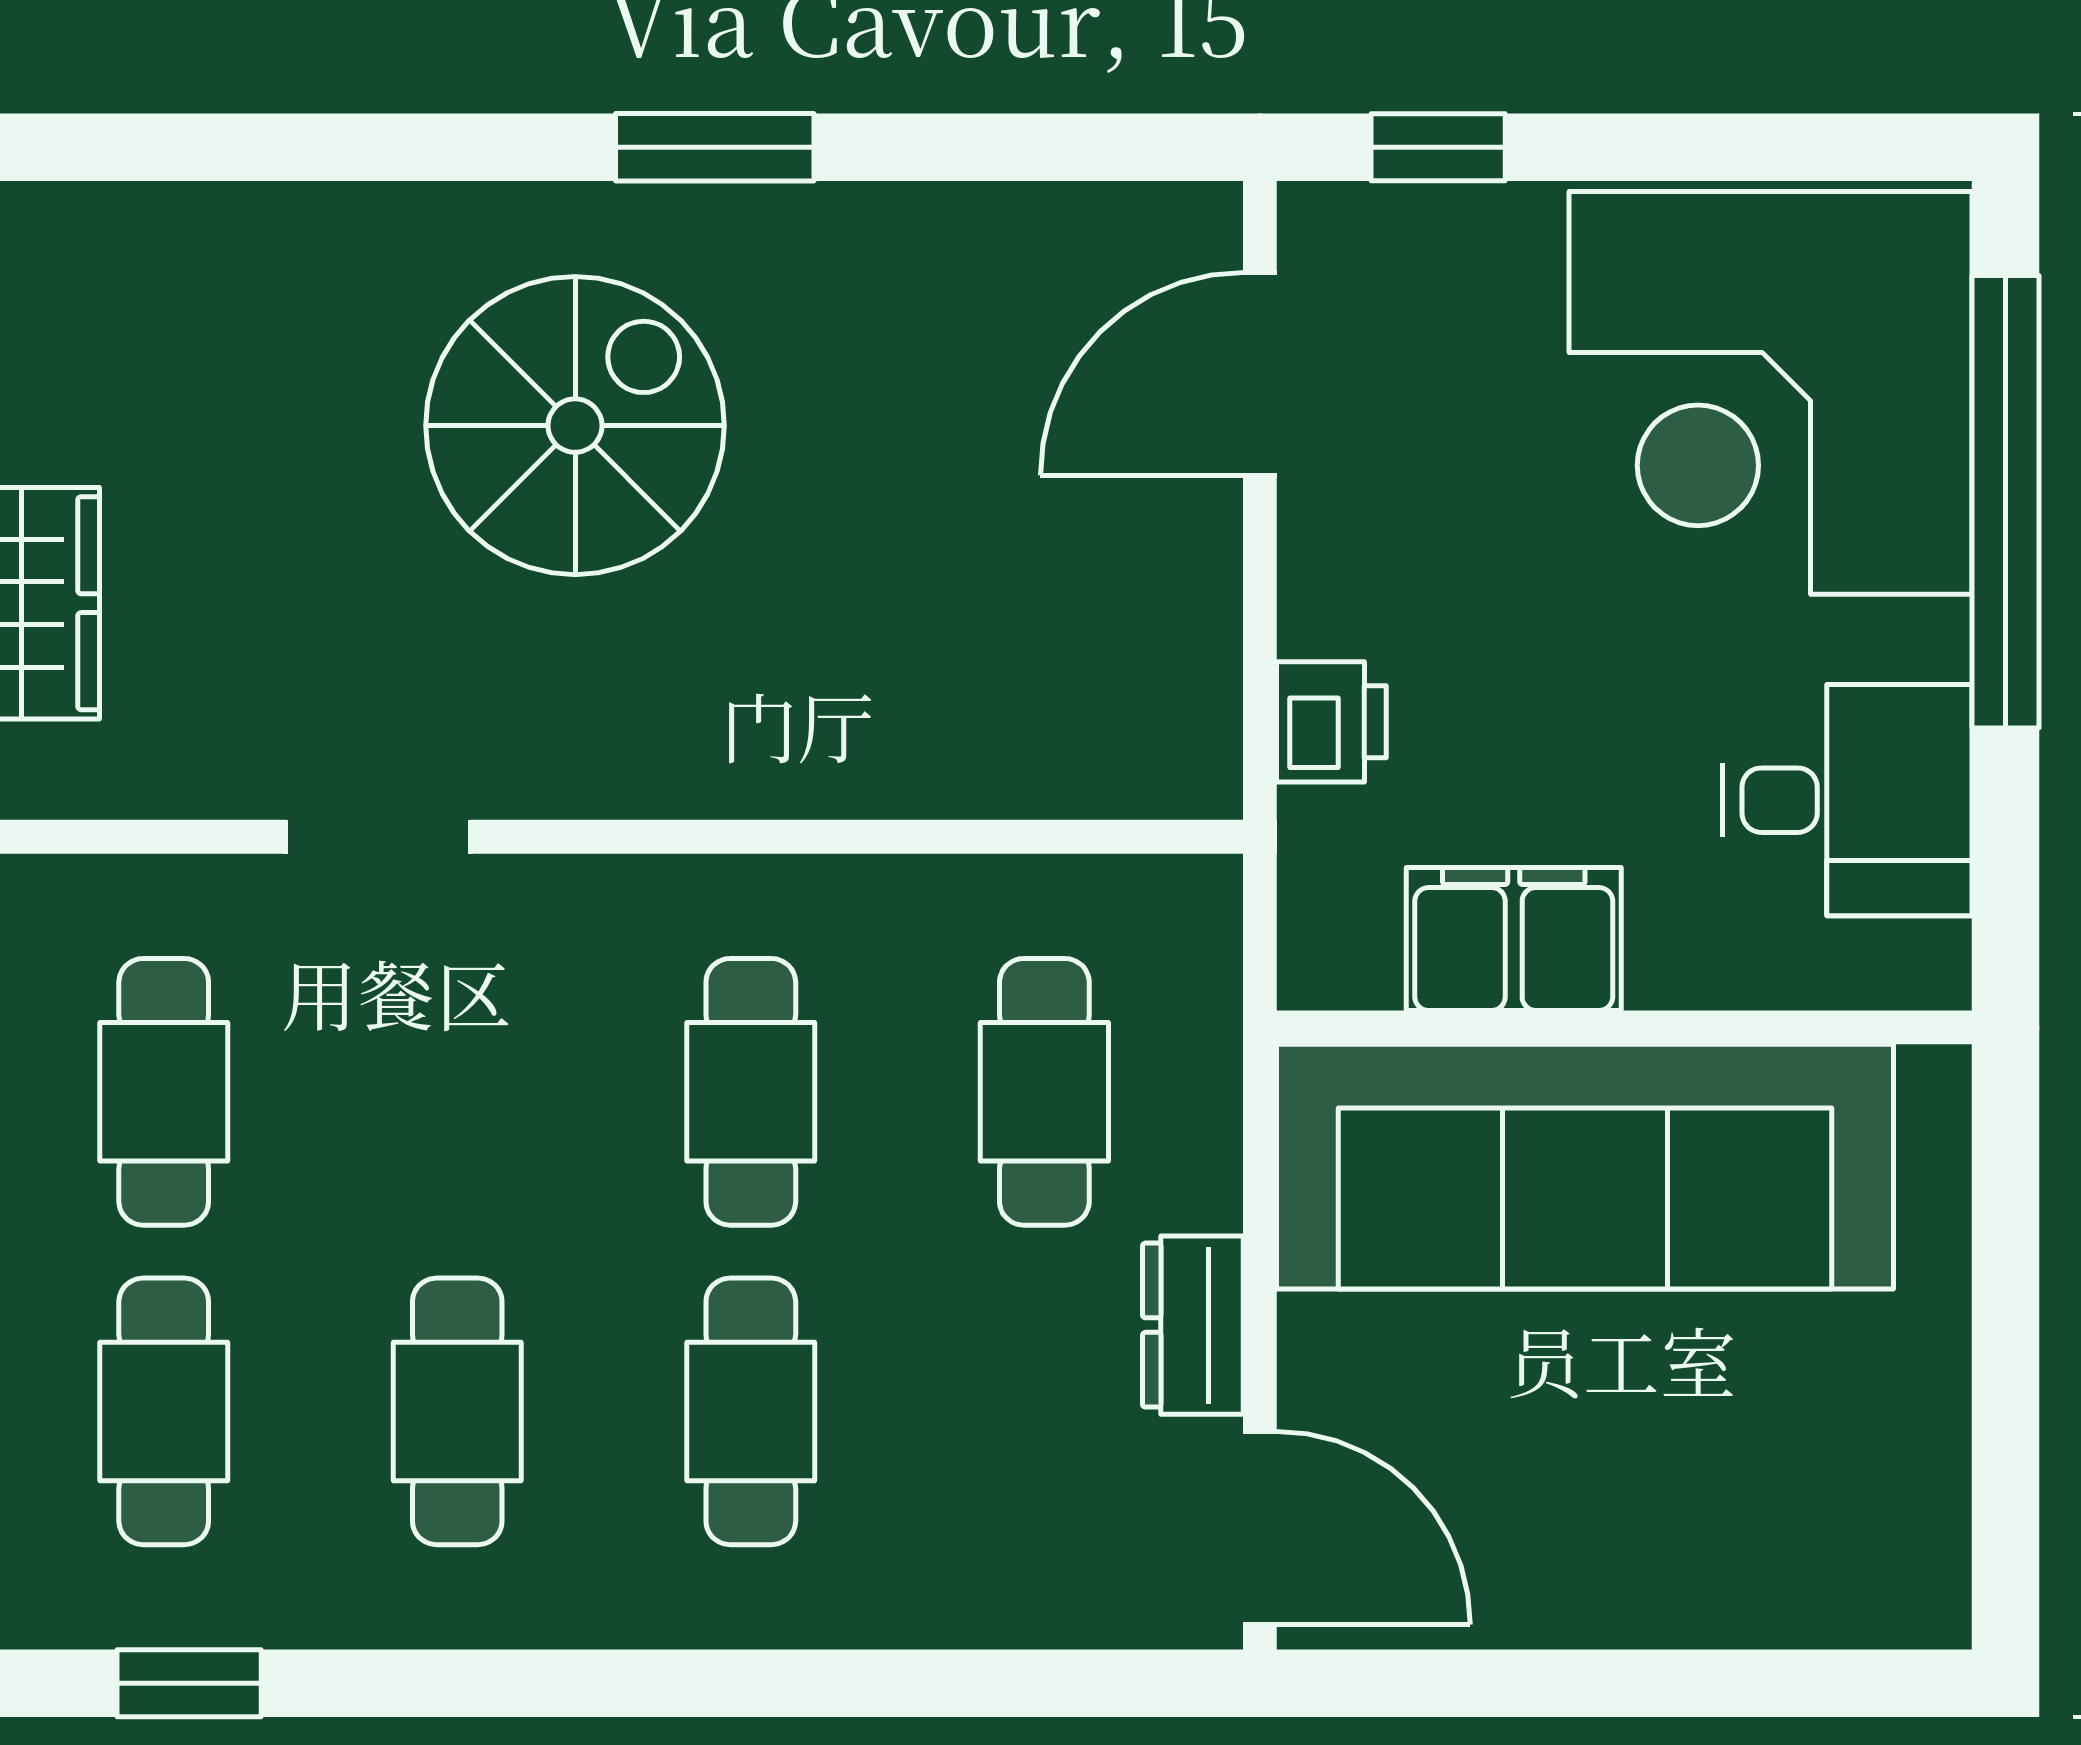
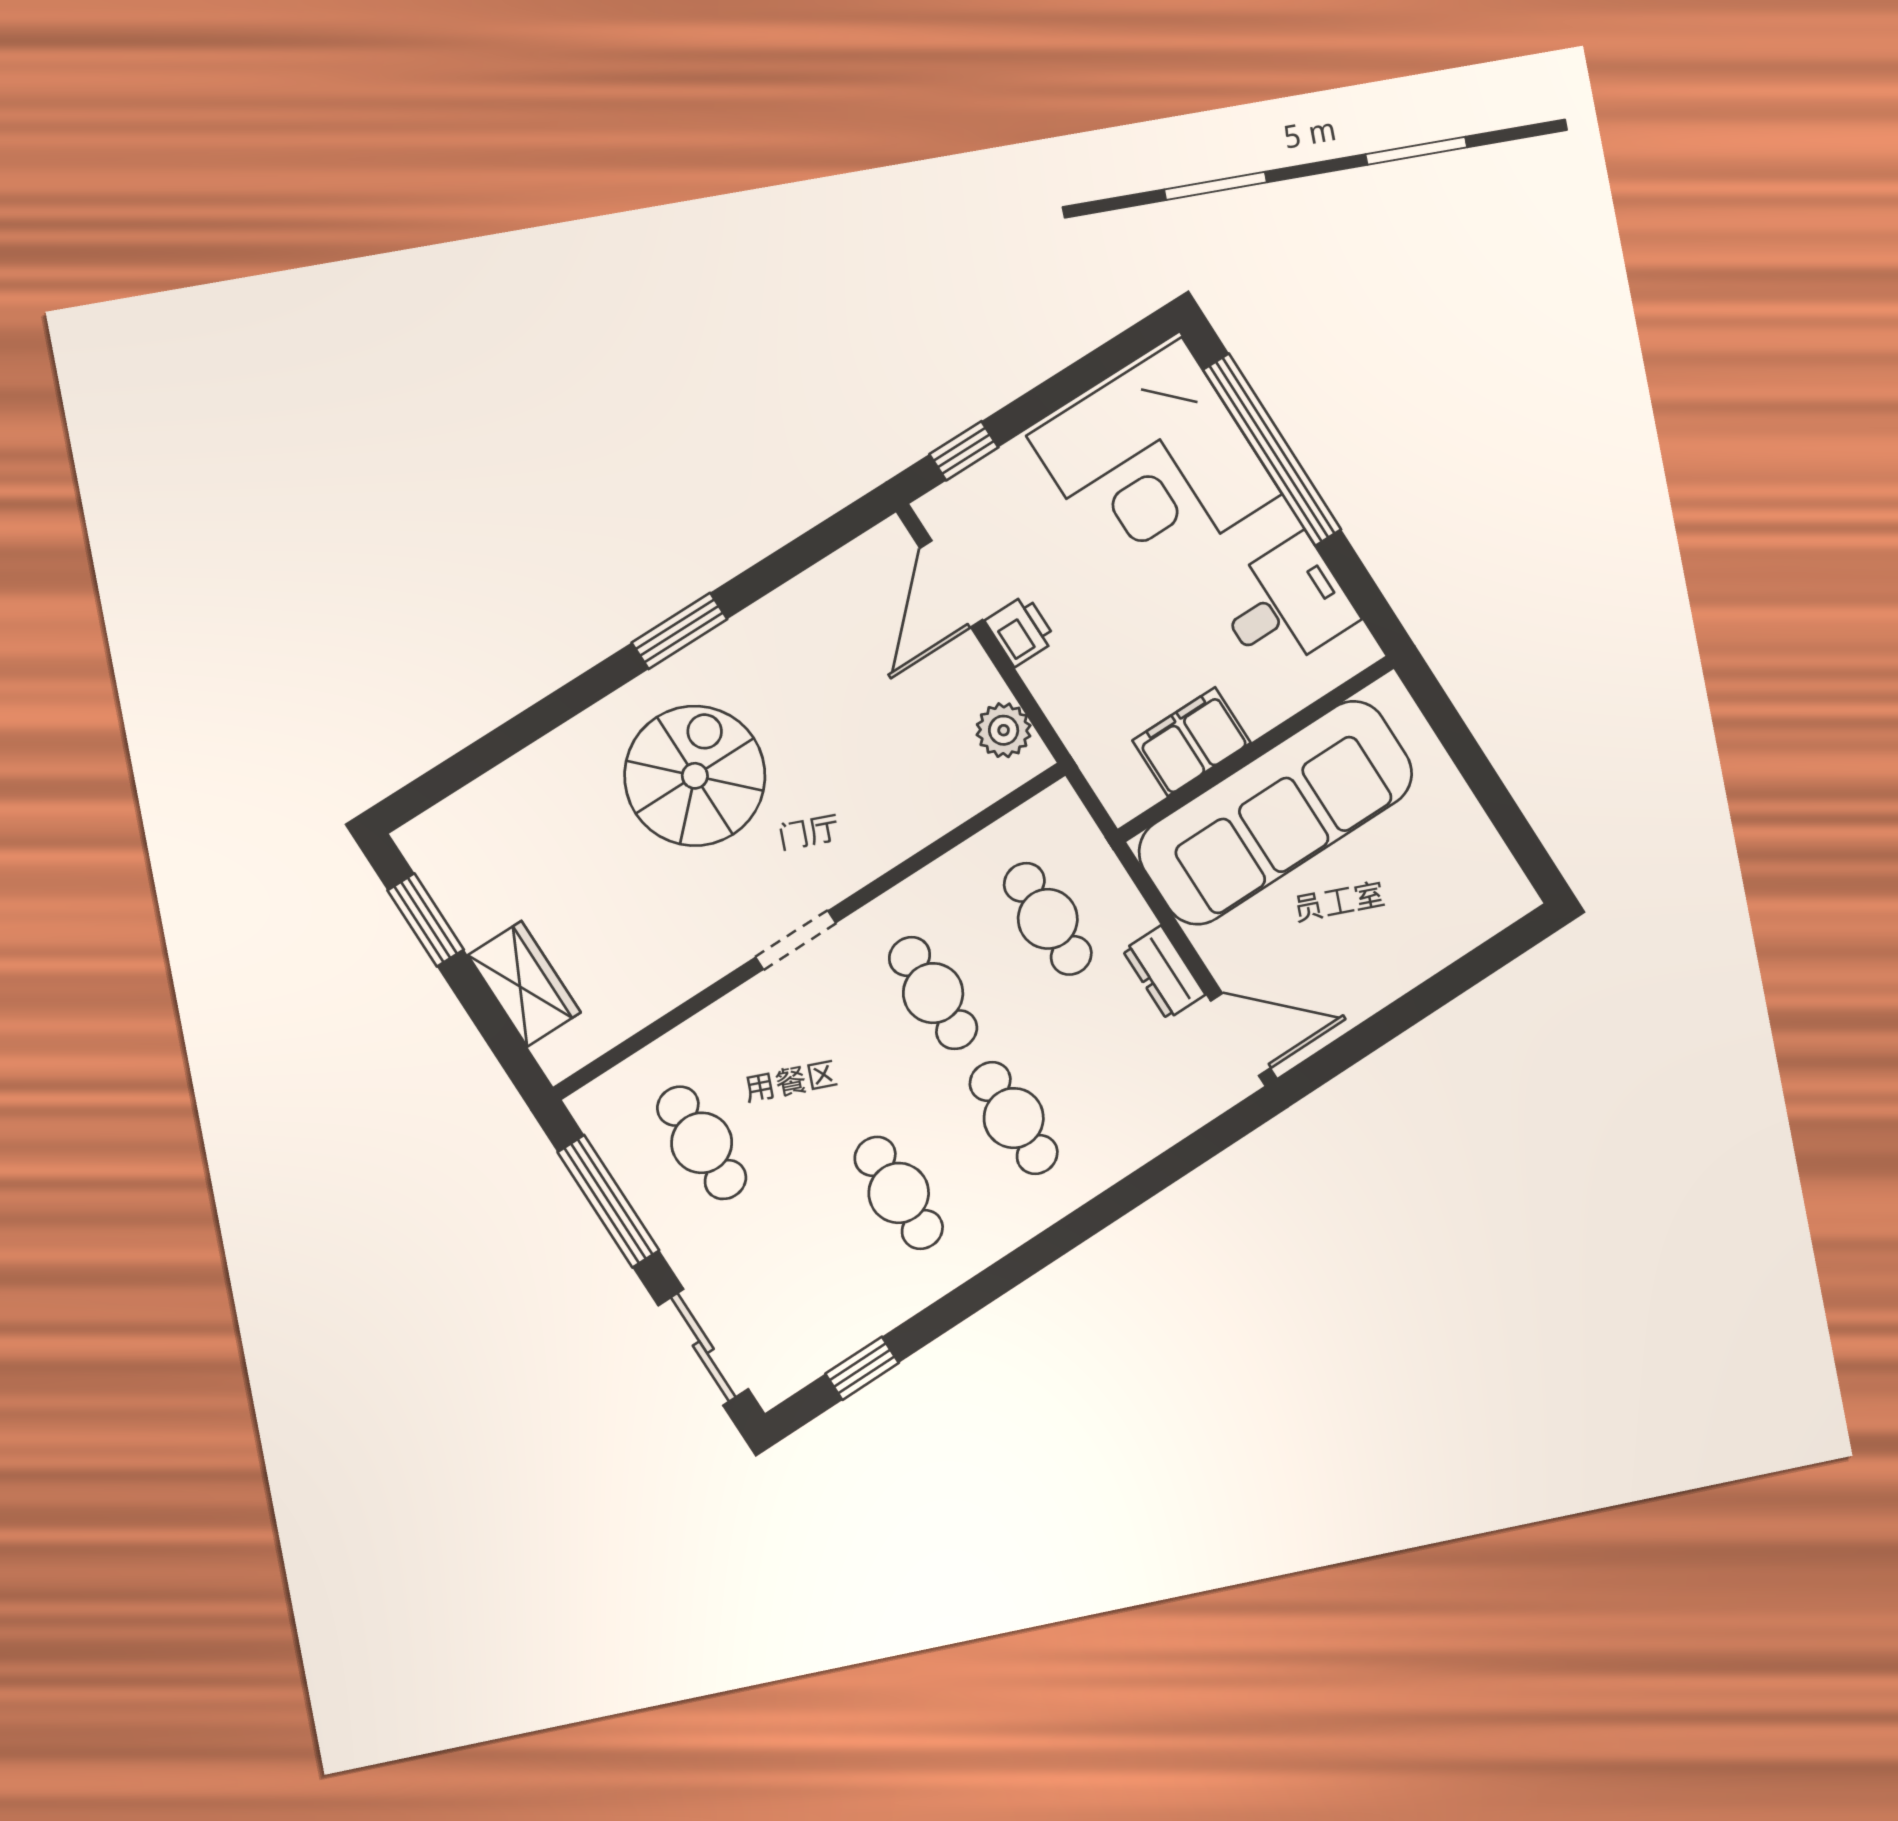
plant: (1184, 699) -> (1004, 730), added
printer: (1331, 722) -> (1021, 631), moved
doorway: (378, 837) -> (796, 940), moved
cafe table: (164, 1411) -> (783, 1268), removed

